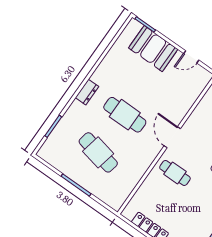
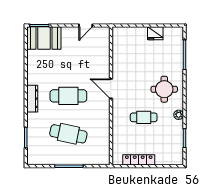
booth: (153, 49) -> (44, 38), moved
dresser: (87, 92) -> (32, 99), width x1.44
cafe table: (175, 173) -> (144, 117), moved

